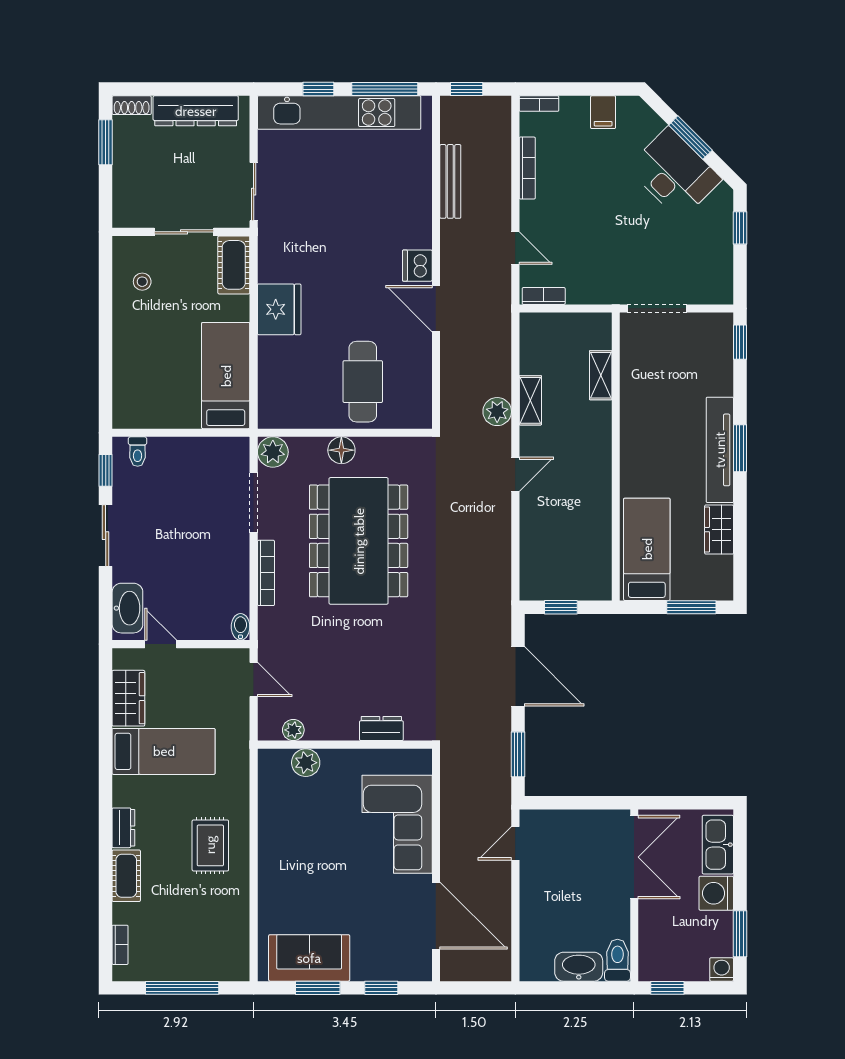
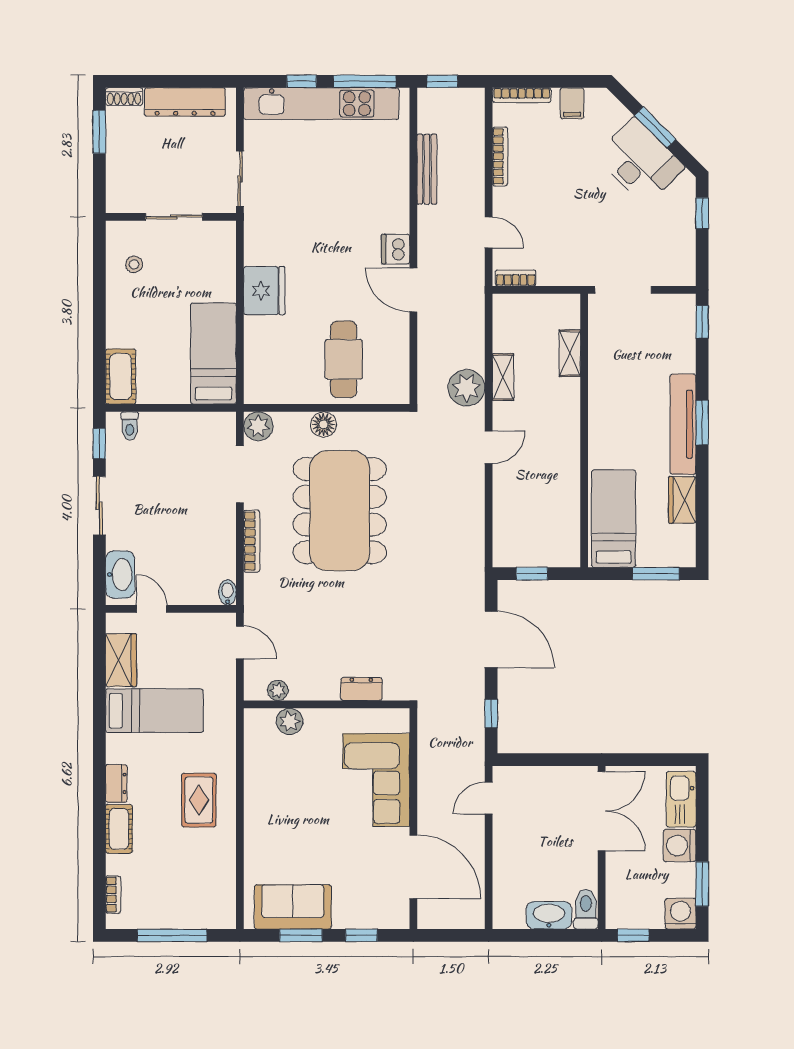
bookcase: (539, 104) -> (522, 95), width x1.56
cot: (234, 265) -> (121, 376), moved
plant: (497, 412) -> (467, 388), width x1.36, depth x1.36
window: (518, 754) -> (491, 714), width x0.67
washing machine: (722, 969) -> (680, 914), width x1.38, depth x1.38

